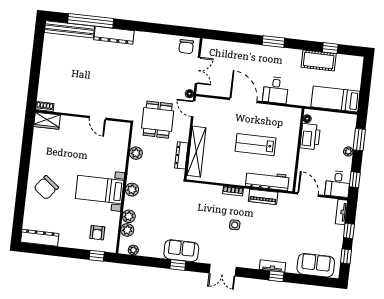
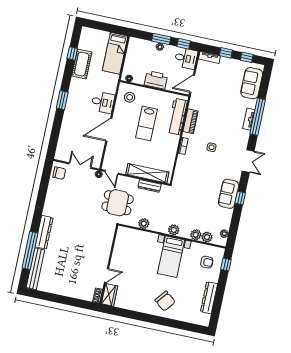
door: (193, 109) -> (112, 172), hinge flipped
door: (97, 118) -> (107, 275), moved
stool: (285, 121) -> (130, 97), added
printer: (310, 137) -> (156, 80), moved
window: (359, 140) -> (161, 39), moved
dresser: (40, 238) -> (209, 298), moved
window: (276, 276) -> (258, 117), width x3.17

